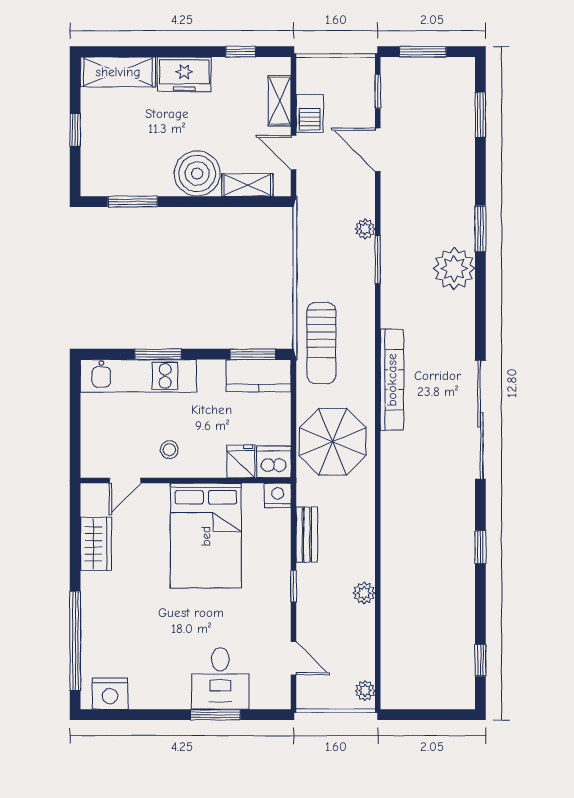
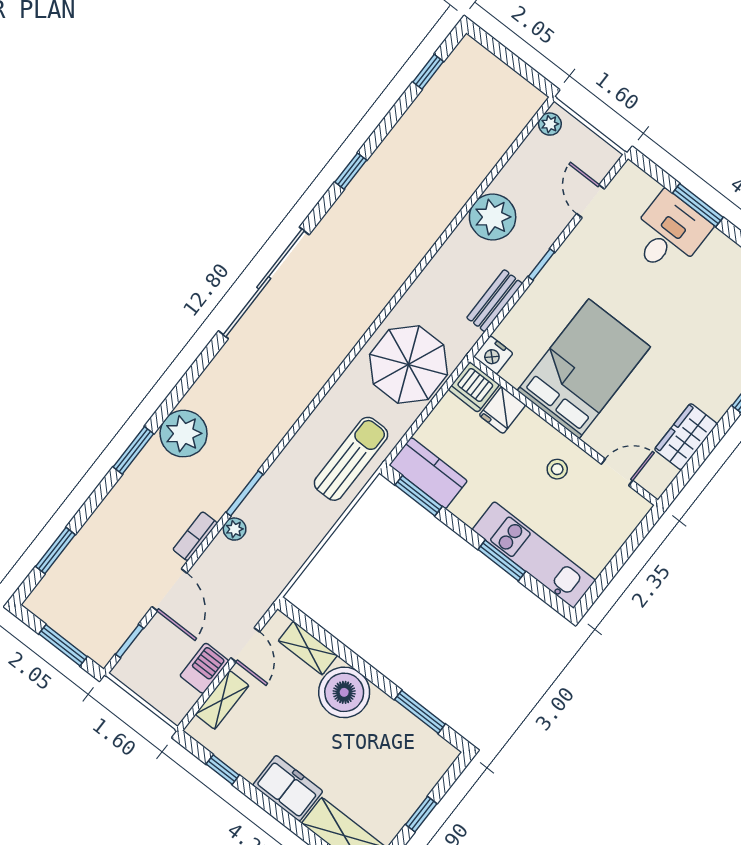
bookcase: (392, 380) -> (195, 536), moved, width x0.43, depth x0.76
plant: (364, 593) -> (493, 217), width x1.87, depth x1.87

